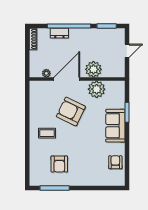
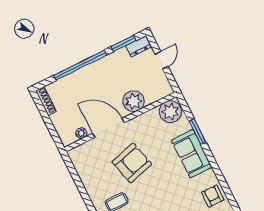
dresser: (59, 33) -> (139, 46), moved
door: (67, 79) -> (108, 128), hinge flipped
plant: (97, 89) -> (170, 112), moved
armchair: (71, 111) -> (132, 163), turned 139

